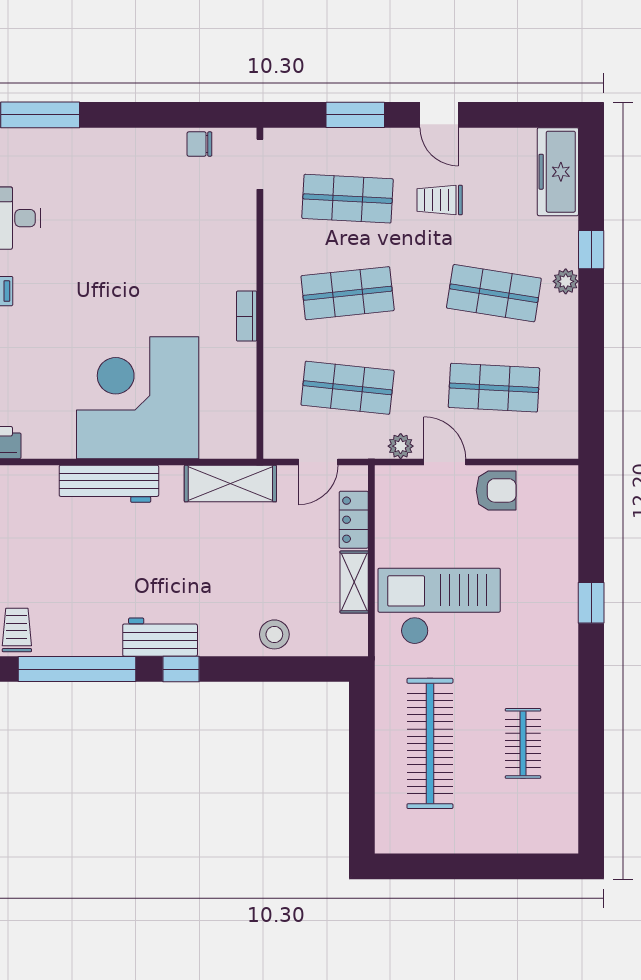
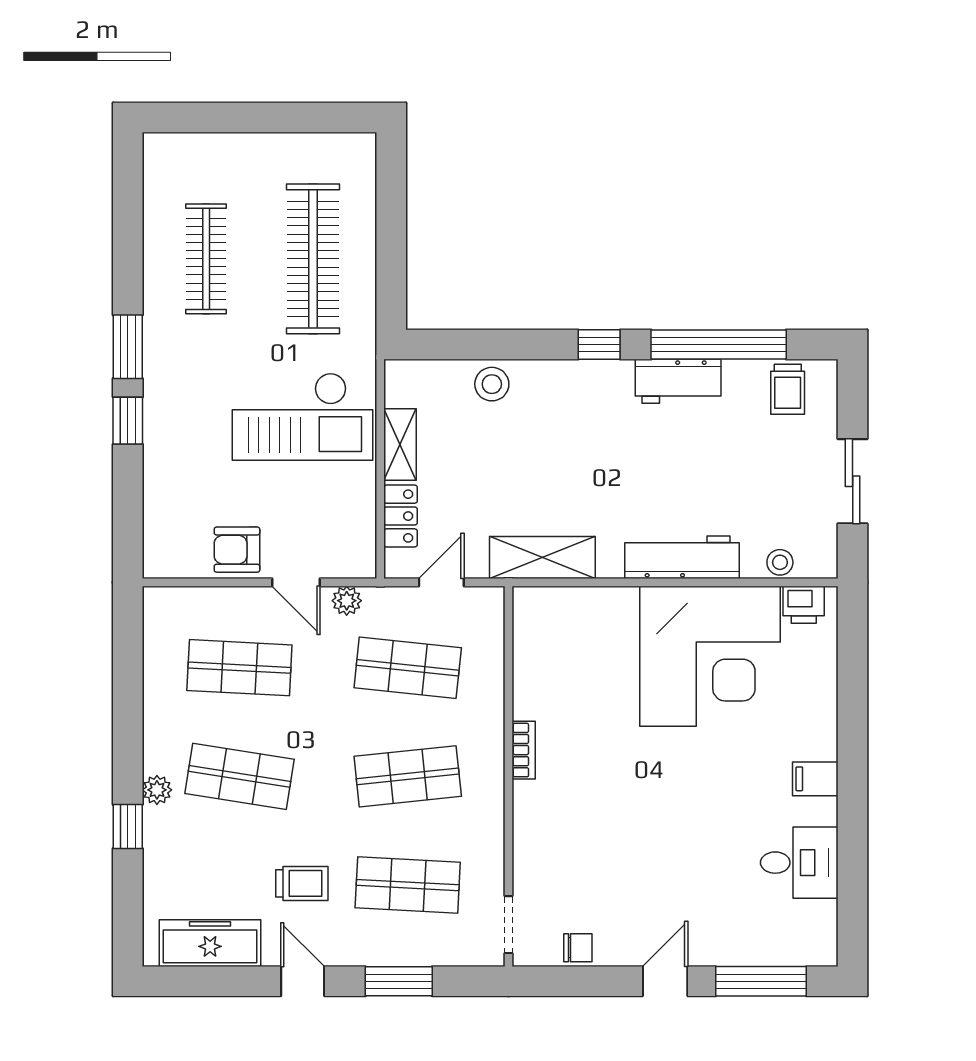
door: (123, 115) -> (665, 981), added
freezer: (558, 172) -> (210, 943), moved, turned -90
corner desk: (138, 398) -> (710, 656), moved
stool: (24, 479) -> (780, 562), added
workbench: (160, 637) -> (678, 381), moved
window: (591, 667) -> (128, 347), added
clothes rail: (523, 743) -> (206, 259), width x1.36

